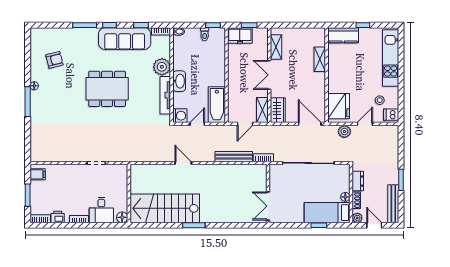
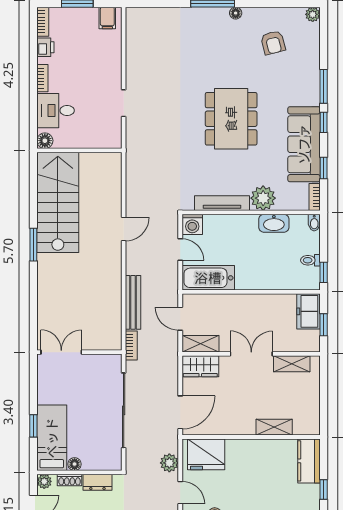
plant: (35, 33) -> (313, 14), added
washbasin: (179, 81) -> (274, 223), moved

